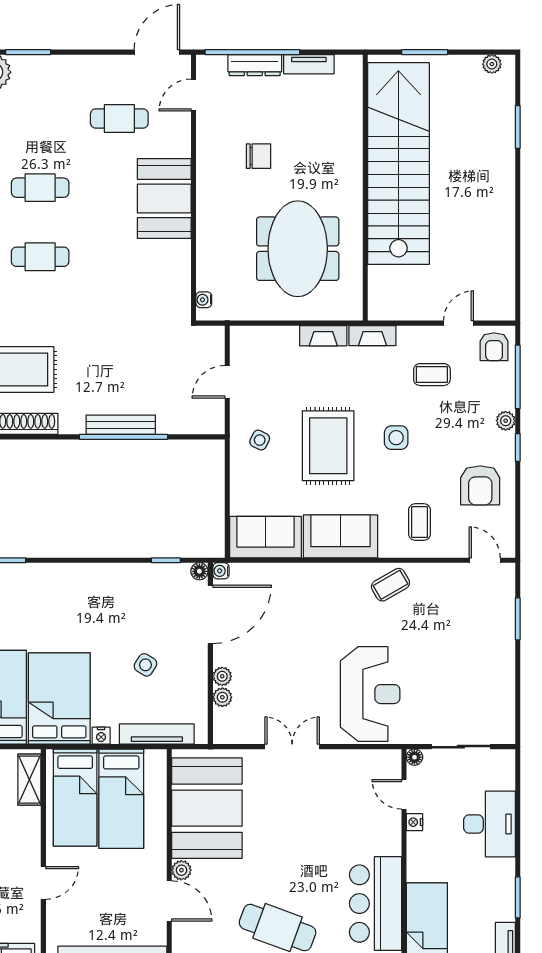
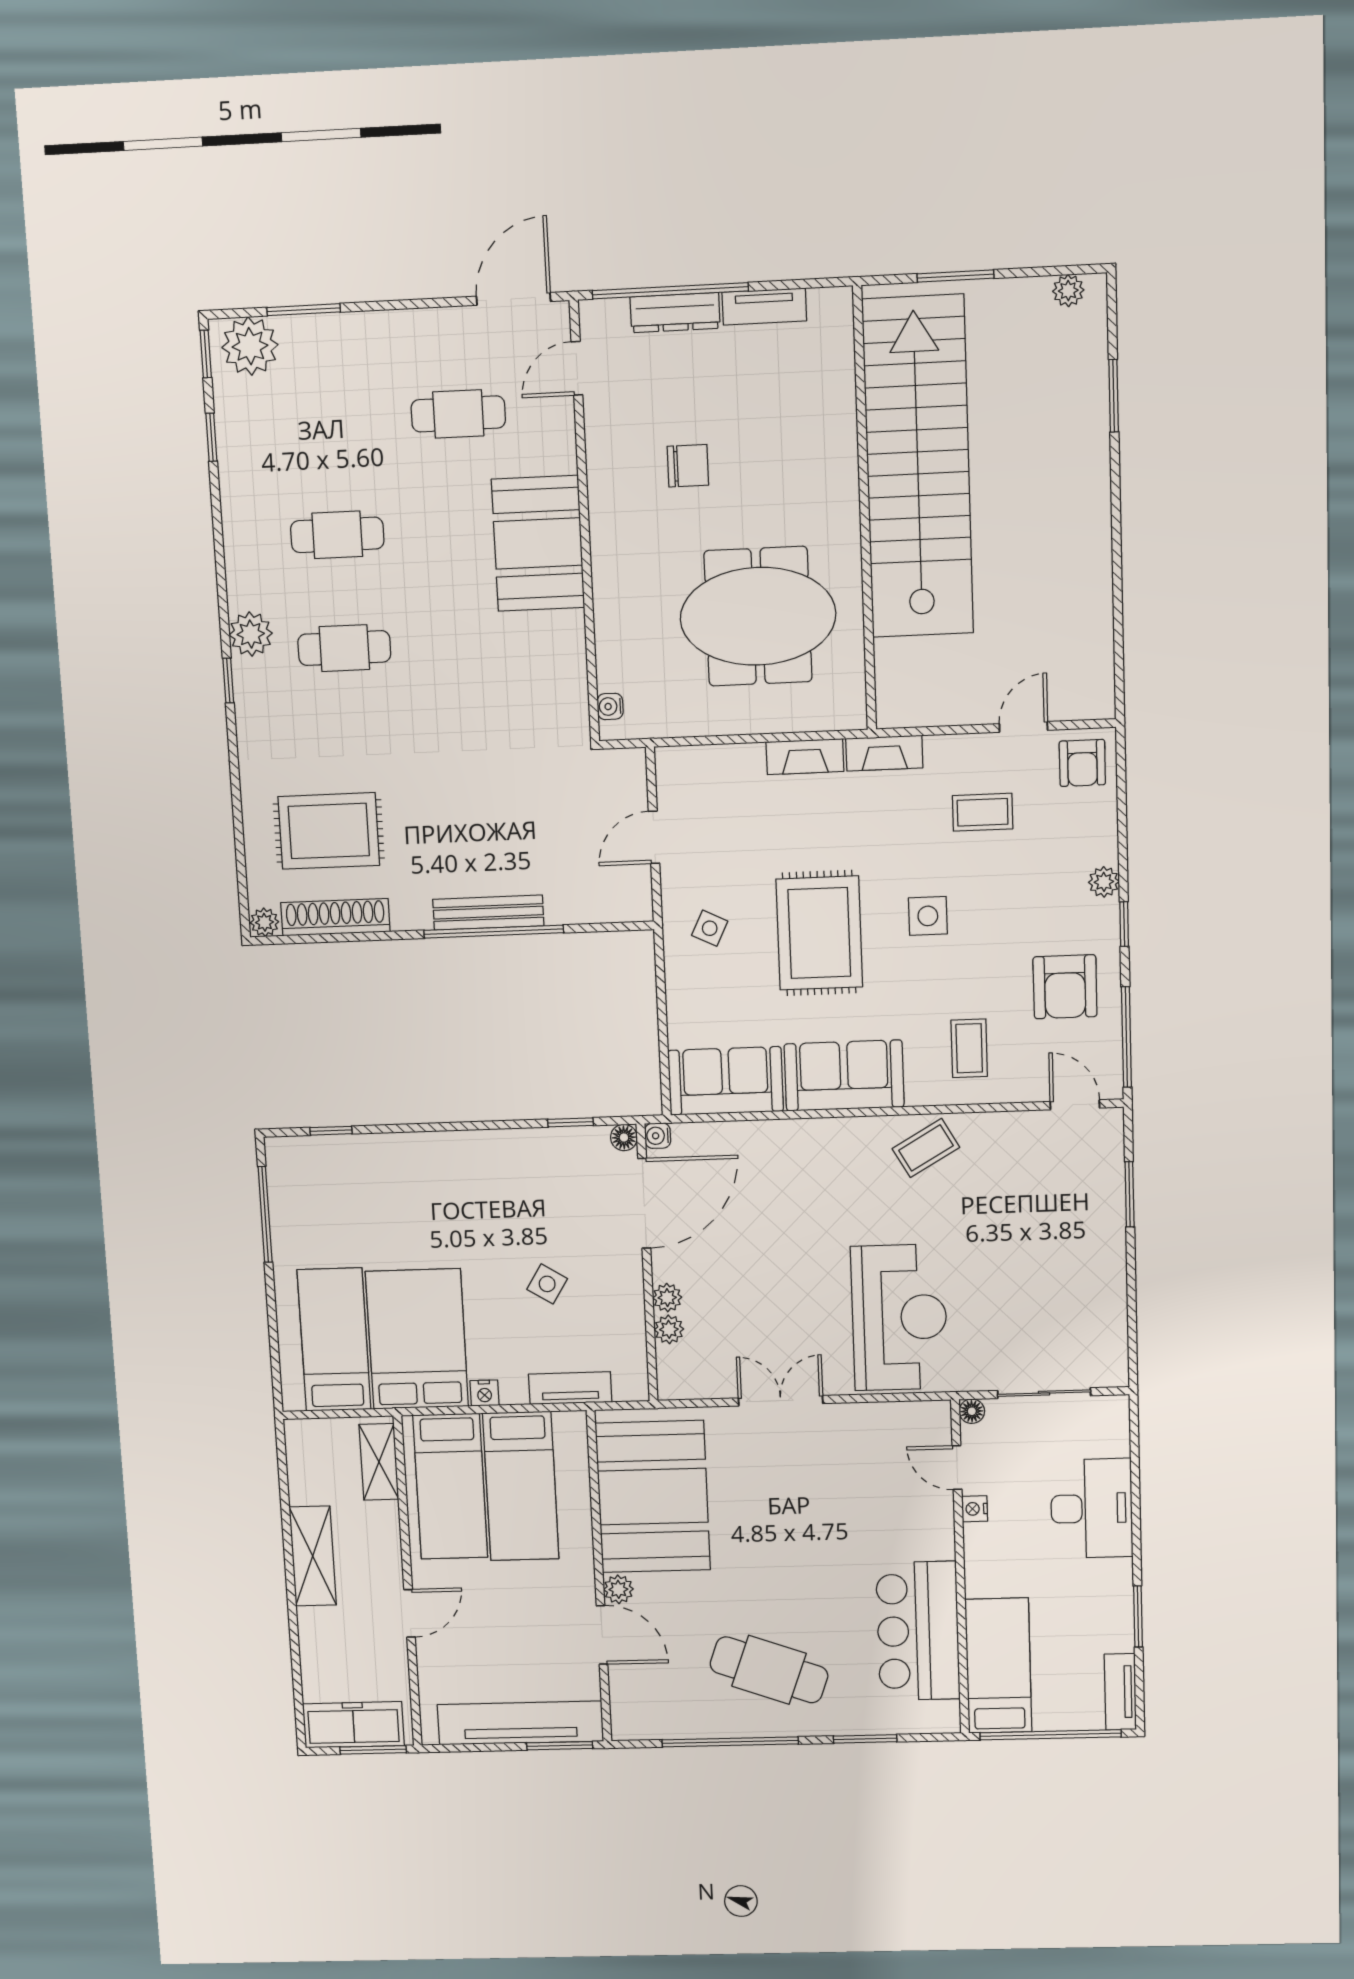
meeting table: (298, 249) -> (758, 616), turned 90
window: (518, 377) -> (1126, 1037), moved
tv unit: (157, 734) -> (570, 1388), width x0.71

